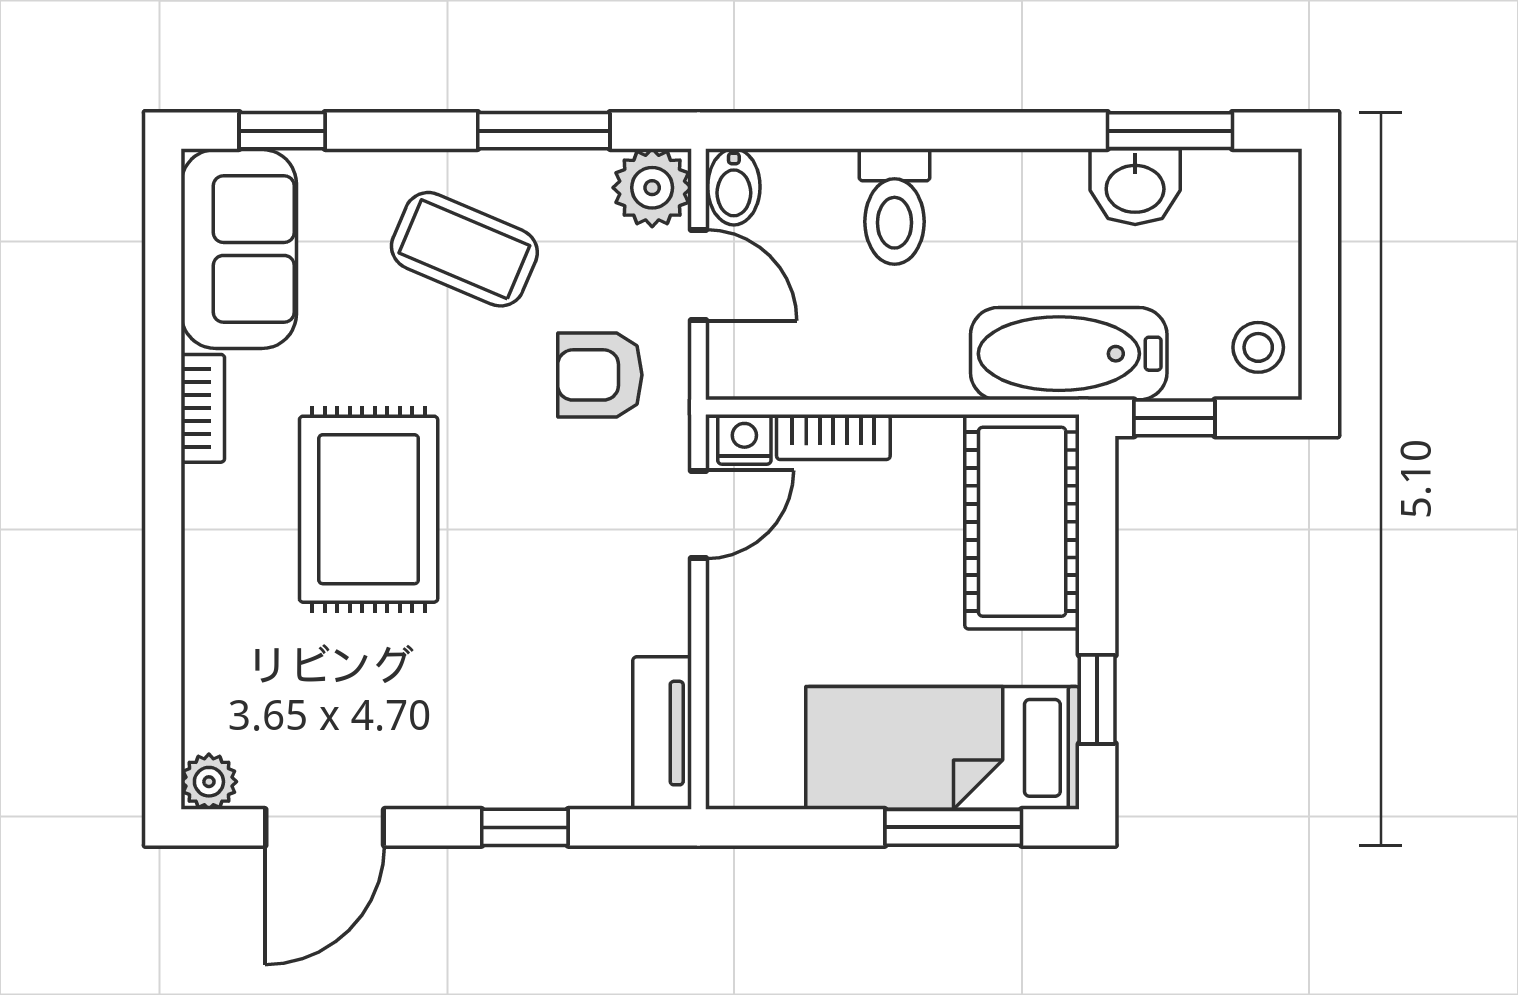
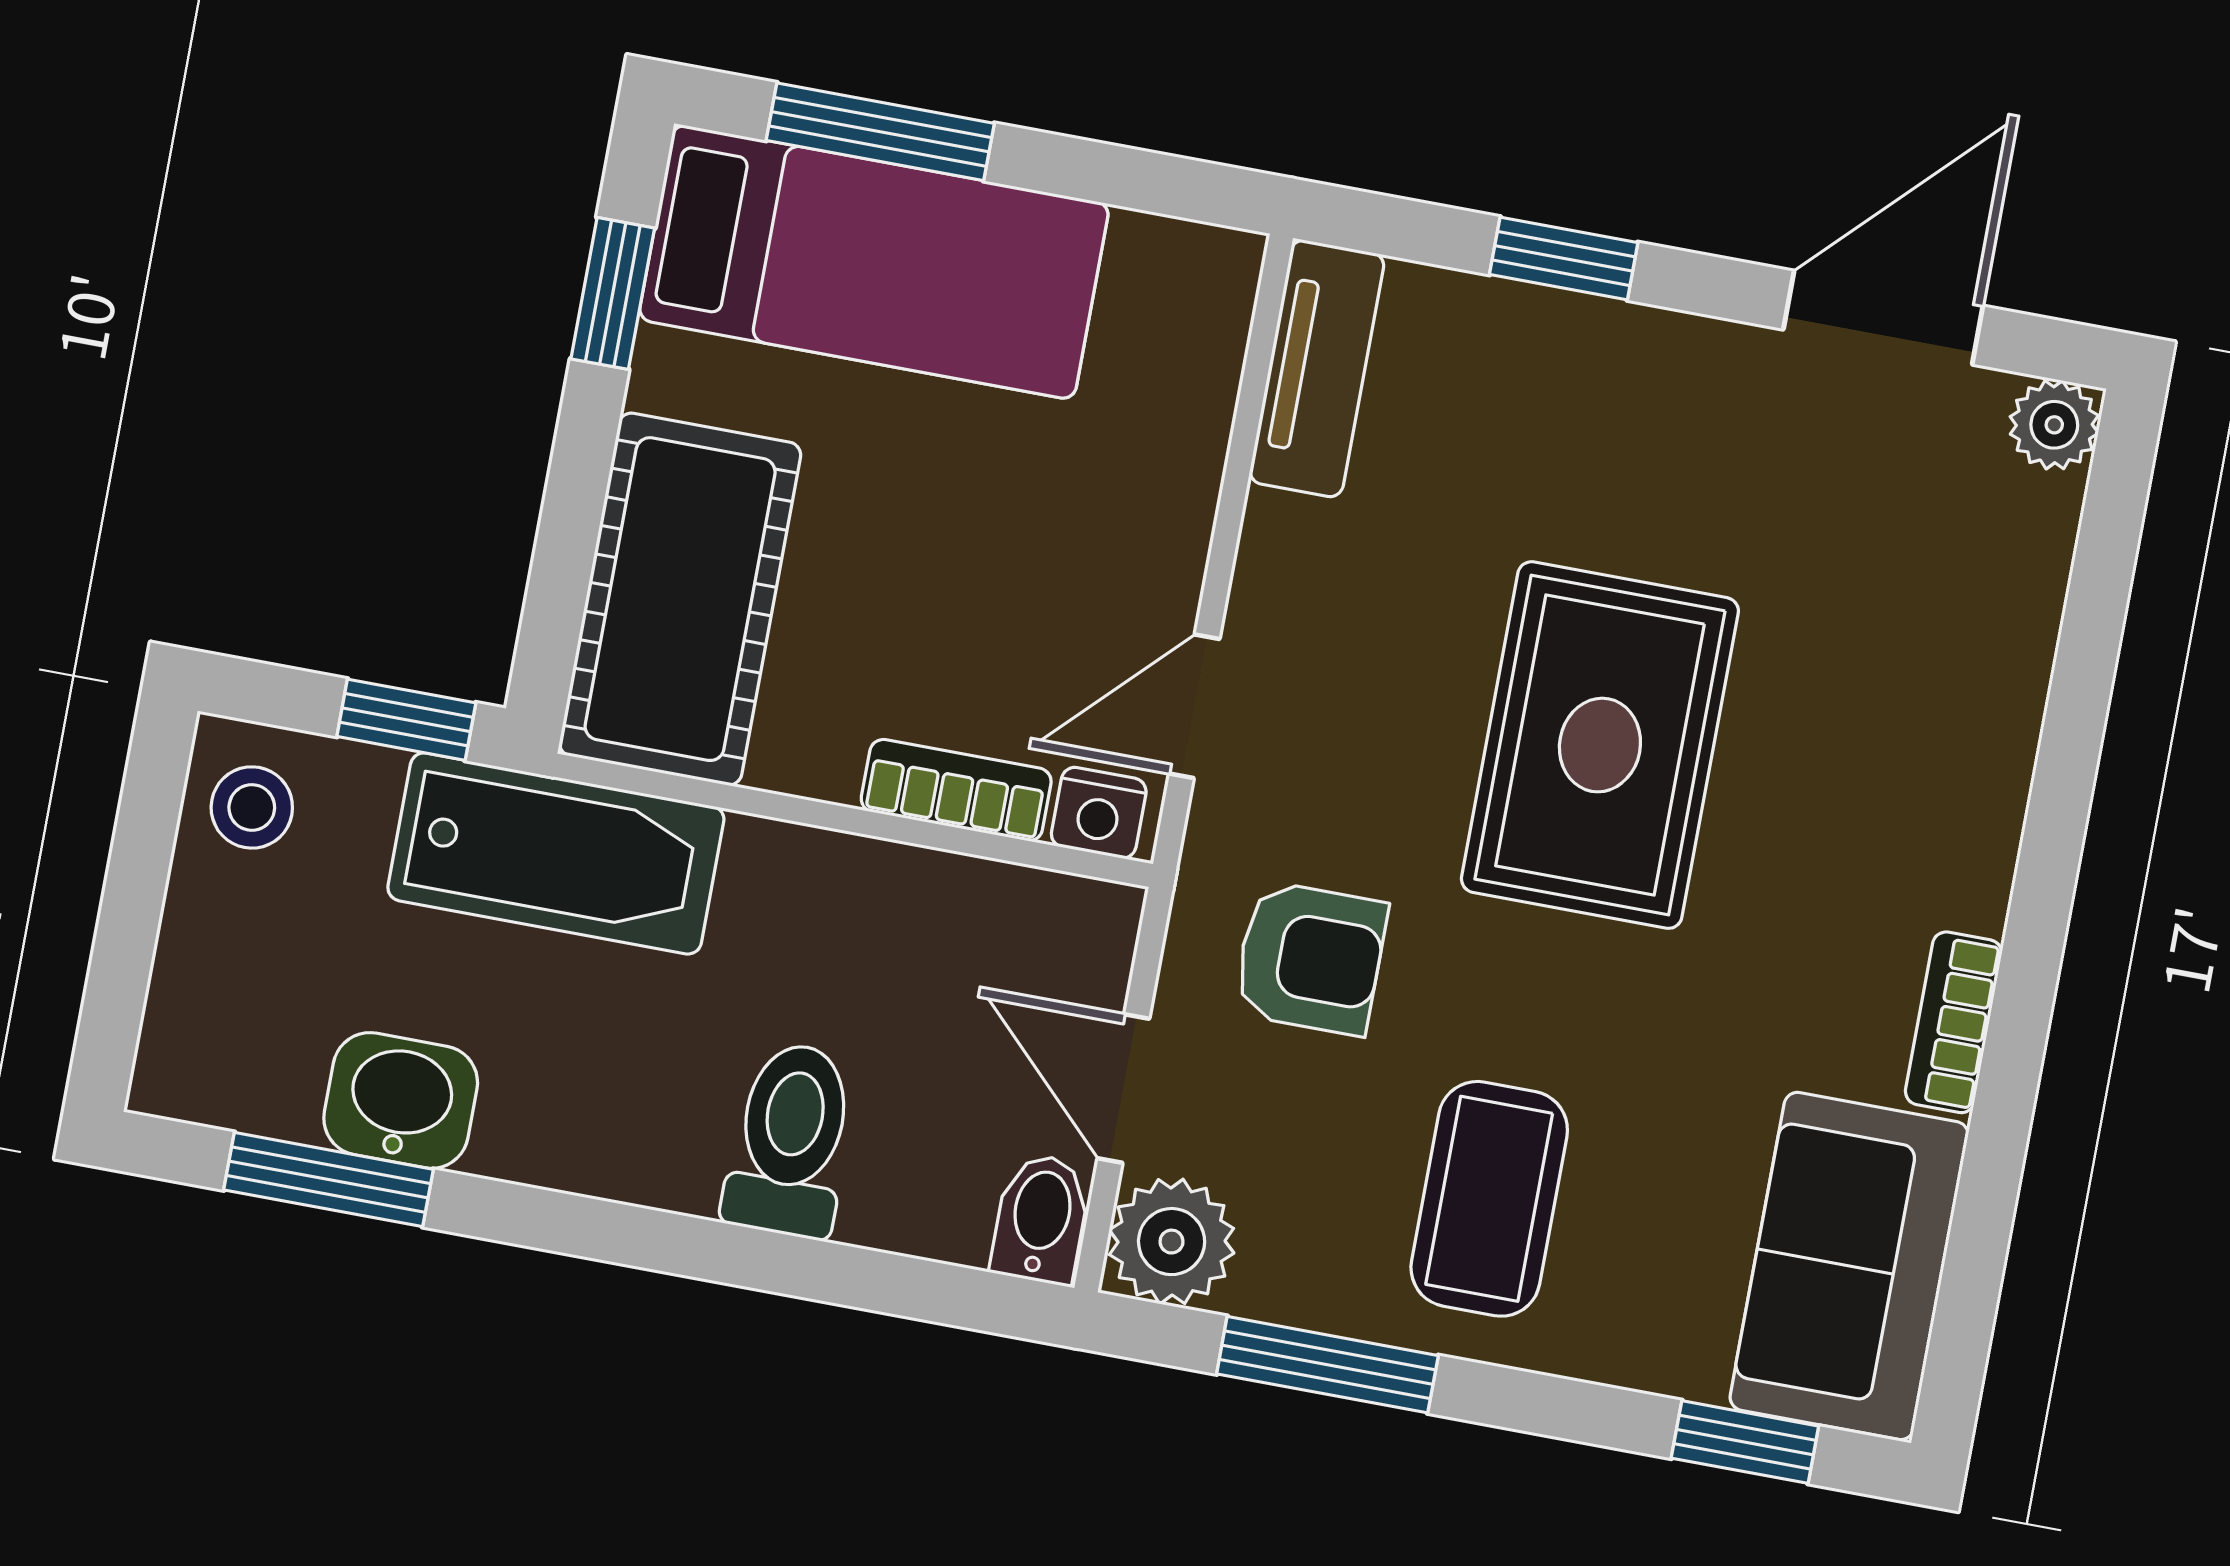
coffee table: (464, 249) -> (1489, 1199), turned 67
rug: (369, 509) -> (1600, 745), moved

